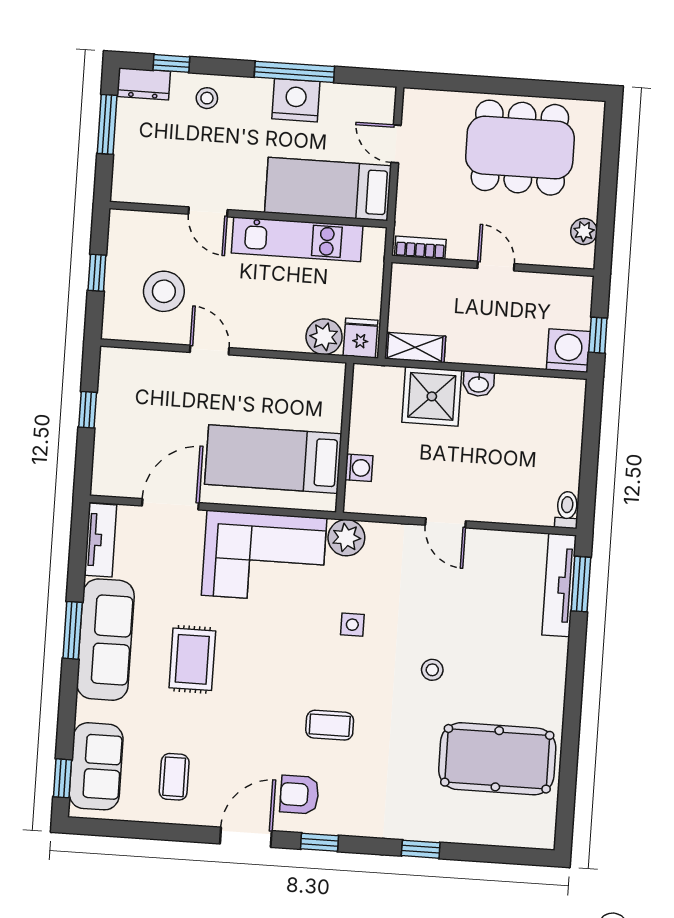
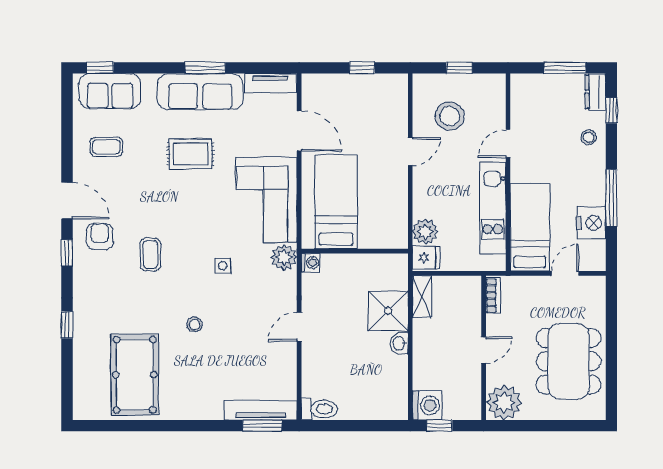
nightstand: (296, 100) -> (591, 223), moved
plant: (584, 231) -> (504, 403), width x1.87, depth x1.87
washing machine: (359, 468) -> (311, 263), moved, turned -90
toilet: (567, 510) -> (319, 409), width x1.37, depth x1.39

